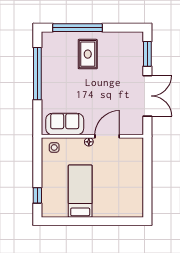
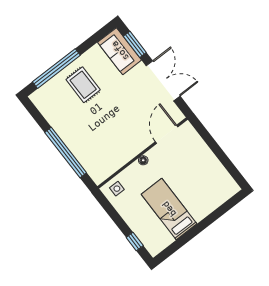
window: (37, 74) -> (66, 153), moved
sofa: (65, 124) -> (120, 51), moved, turned -90
door: (107, 136) -> (167, 134), moved

